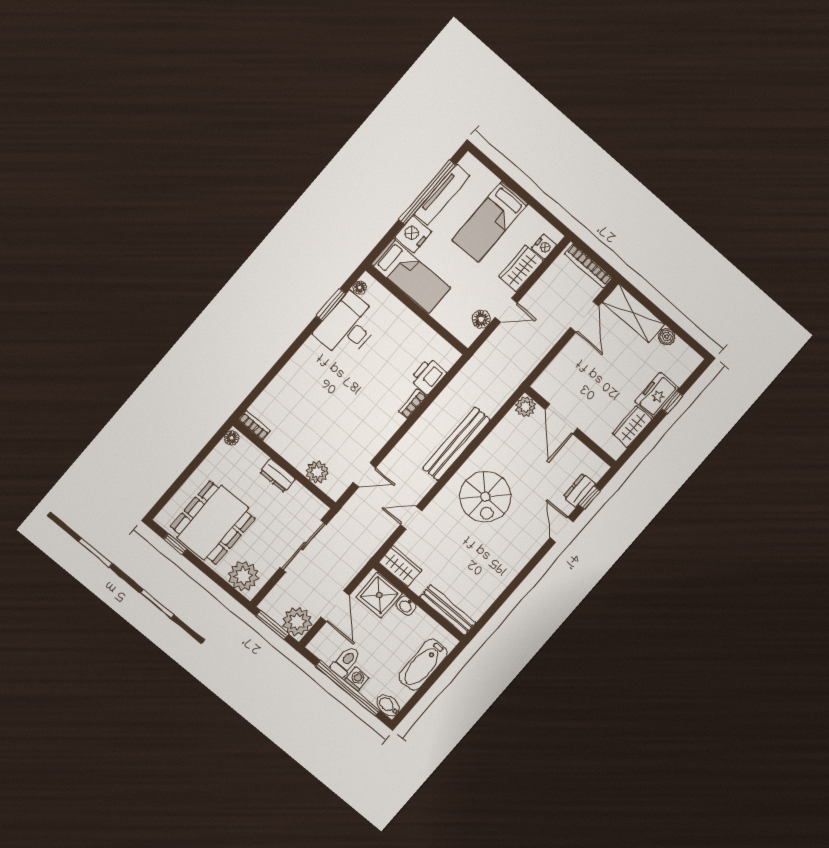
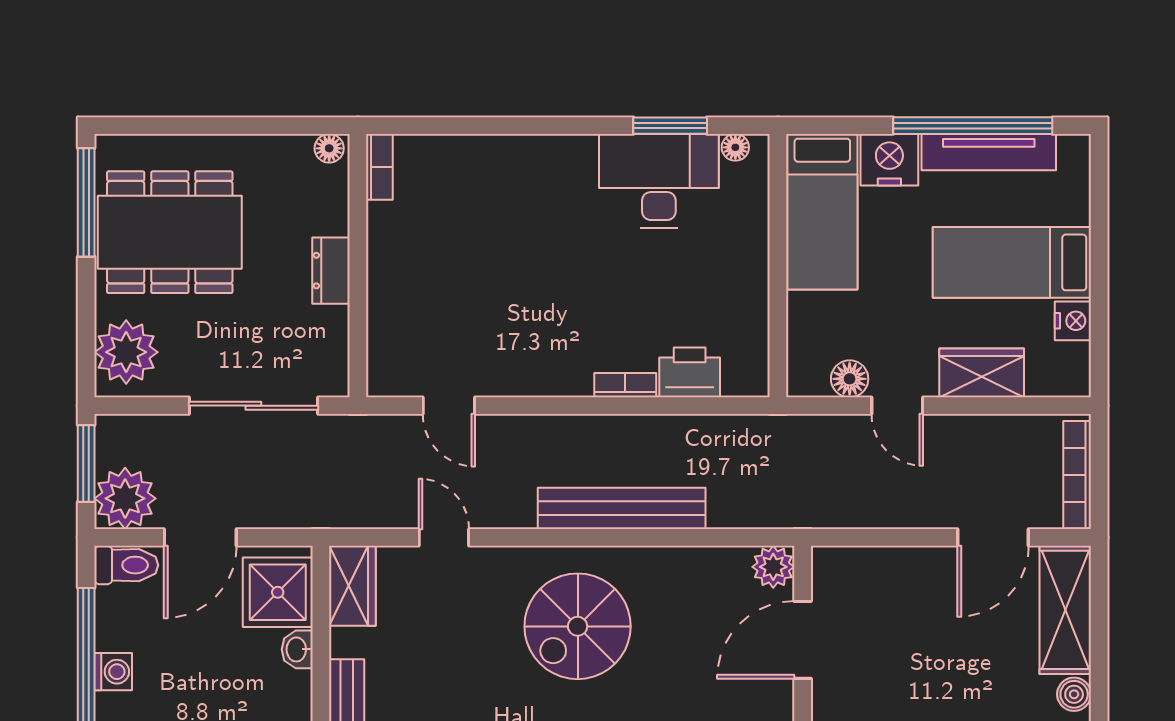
nightstand: (544, 247) -> (1073, 321), moved, turned -90
plant: (317, 472) -> (390, 328), removed
window: (175, 544) -> (86, 202), width x2.17
toilet: (346, 662) -> (126, 565), moved

